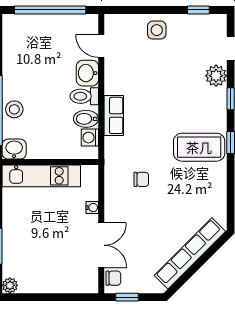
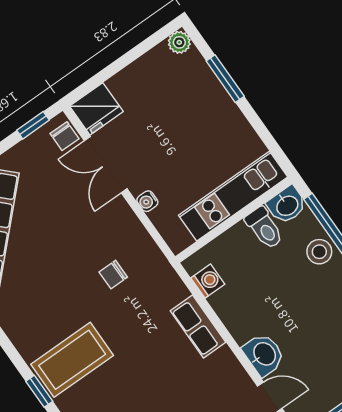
toilet: (84, 96) -> (264, 228), moved, turned 90
bidet: (86, 119) -> (228, 300), removed
chair: (113, 278) -> (65, 136), turned -90
fridge: (84, 281) -> (96, 109), added

